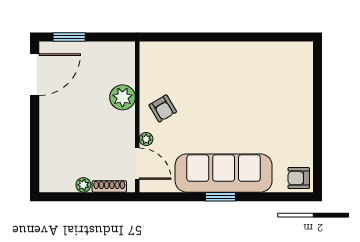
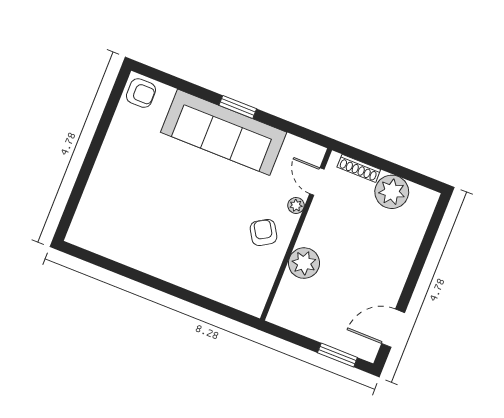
door: (35, 75) -> (393, 328), width x0.73
door: (137, 164) -> (317, 181), width x0.73
plant: (83, 185) -> (392, 192), width x1.87, depth x1.87

